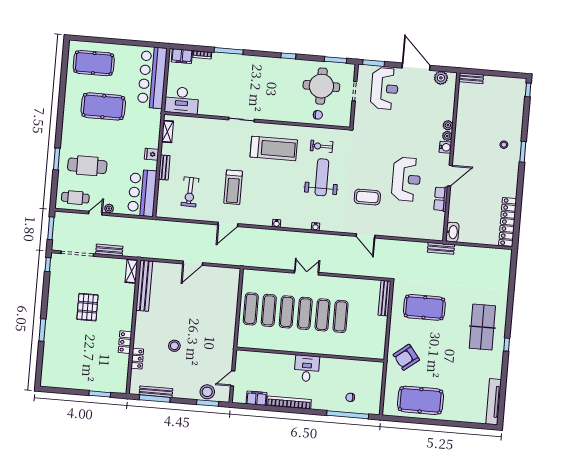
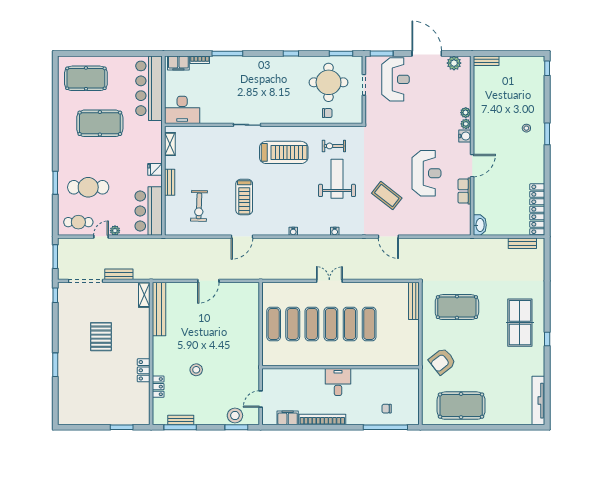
coffee table: (367, 197) -> (387, 196), turned 38
bench: (441, 248) -> (522, 243), moved
bench: (156, 392) -> (181, 420), width x0.73

